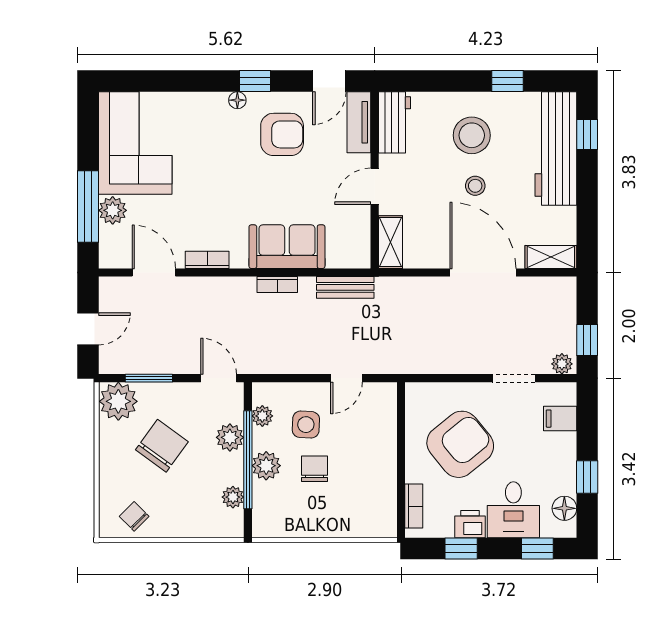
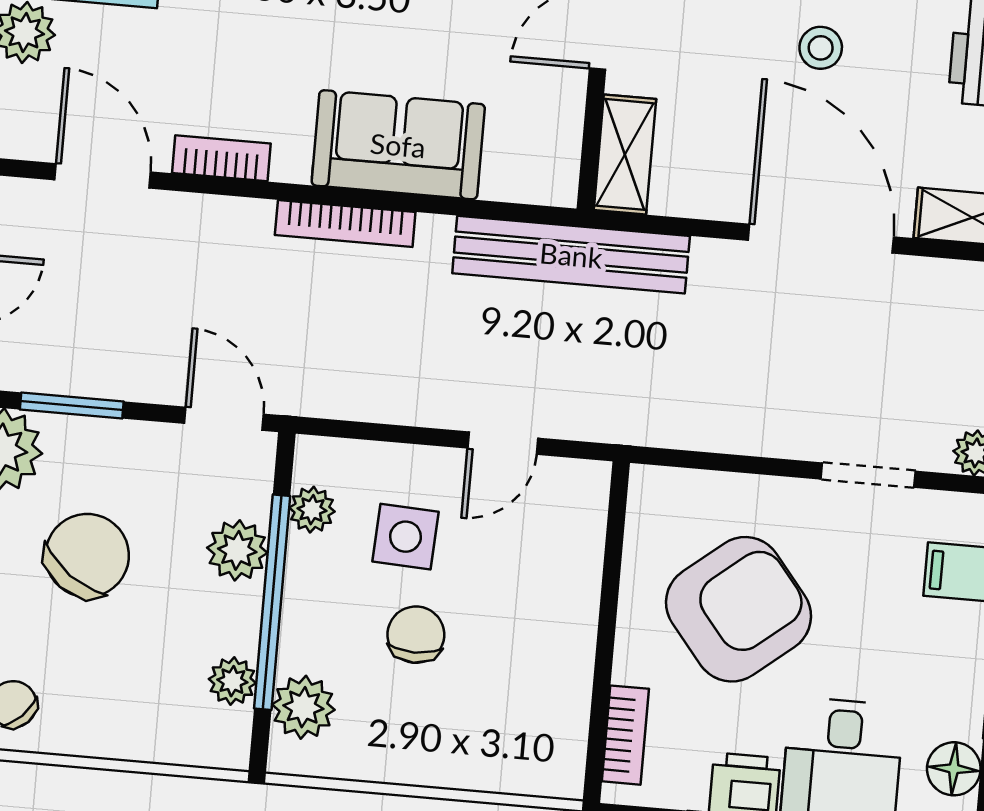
bookcase: (277, 285) -> (345, 223), width x1.56
bench: (345, 287) -> (571, 255), width x1.86, depth x1.21
plant: (266, 466) -> (303, 707), moved

